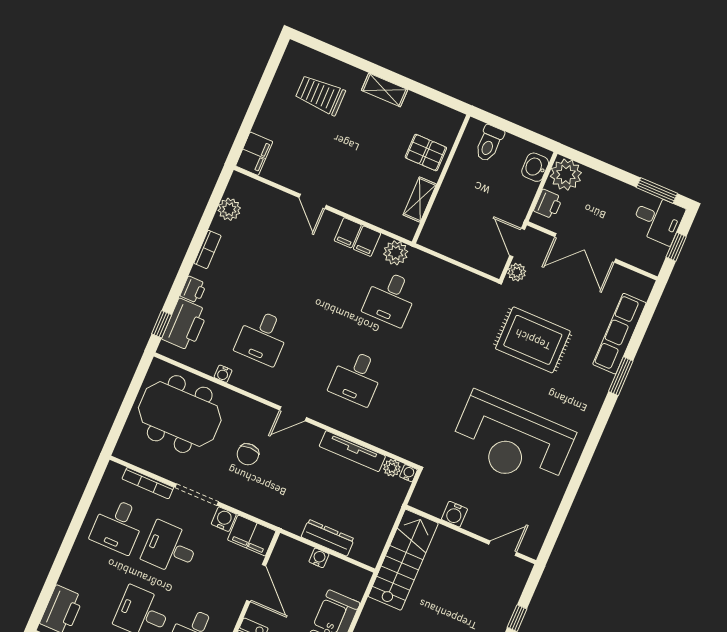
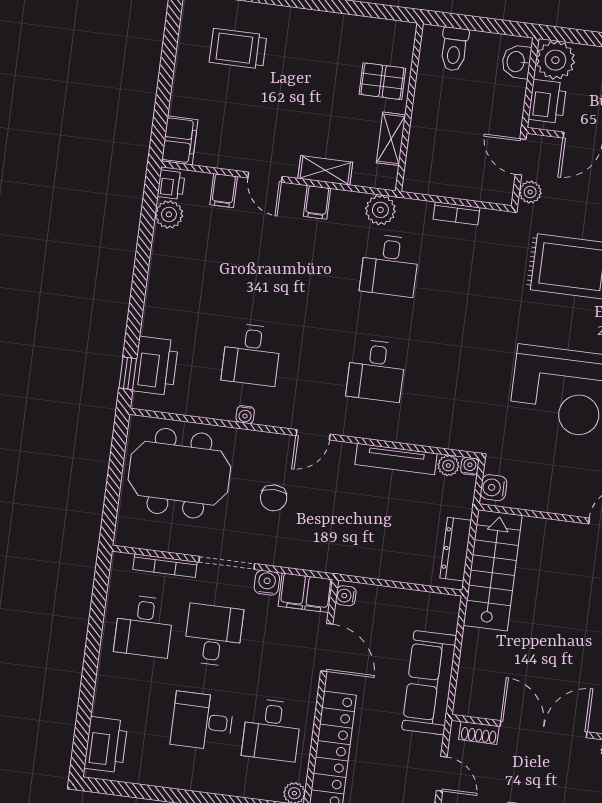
shelving: (385, 90) -> (325, 170), moved
printer: (548, 204) -> (547, 101), width x1.36, depth x1.24
filing cabinet: (367, 241) -> (224, 191), moved
bookcase: (207, 249) -> (457, 213), moved, turned 90
printer: (193, 290) -> (171, 185), moved
water cooler: (223, 374) -> (245, 415), moved
water cooler: (454, 514) -> (494, 488), moved, turned 90
dresser: (328, 538) -> (456, 549), moved, turned -90
desk: (170, 548) -> (213, 635), turned 90
water cooler: (319, 558) -> (346, 596), moved, turned -90

